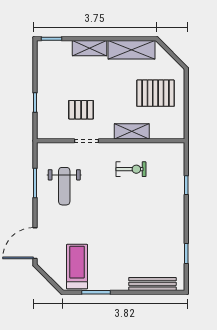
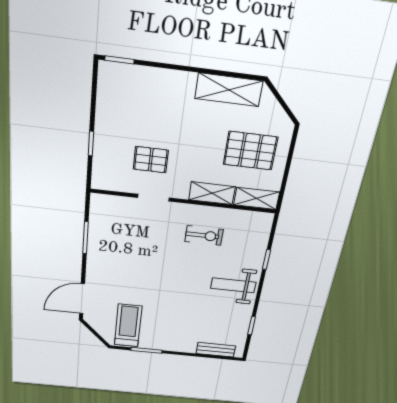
shelving: (90, 48) -> (257, 198), moved
weight bench: (64, 186) -> (233, 285), moved, turned 90
bench: (152, 284) -> (216, 350), width x0.73

